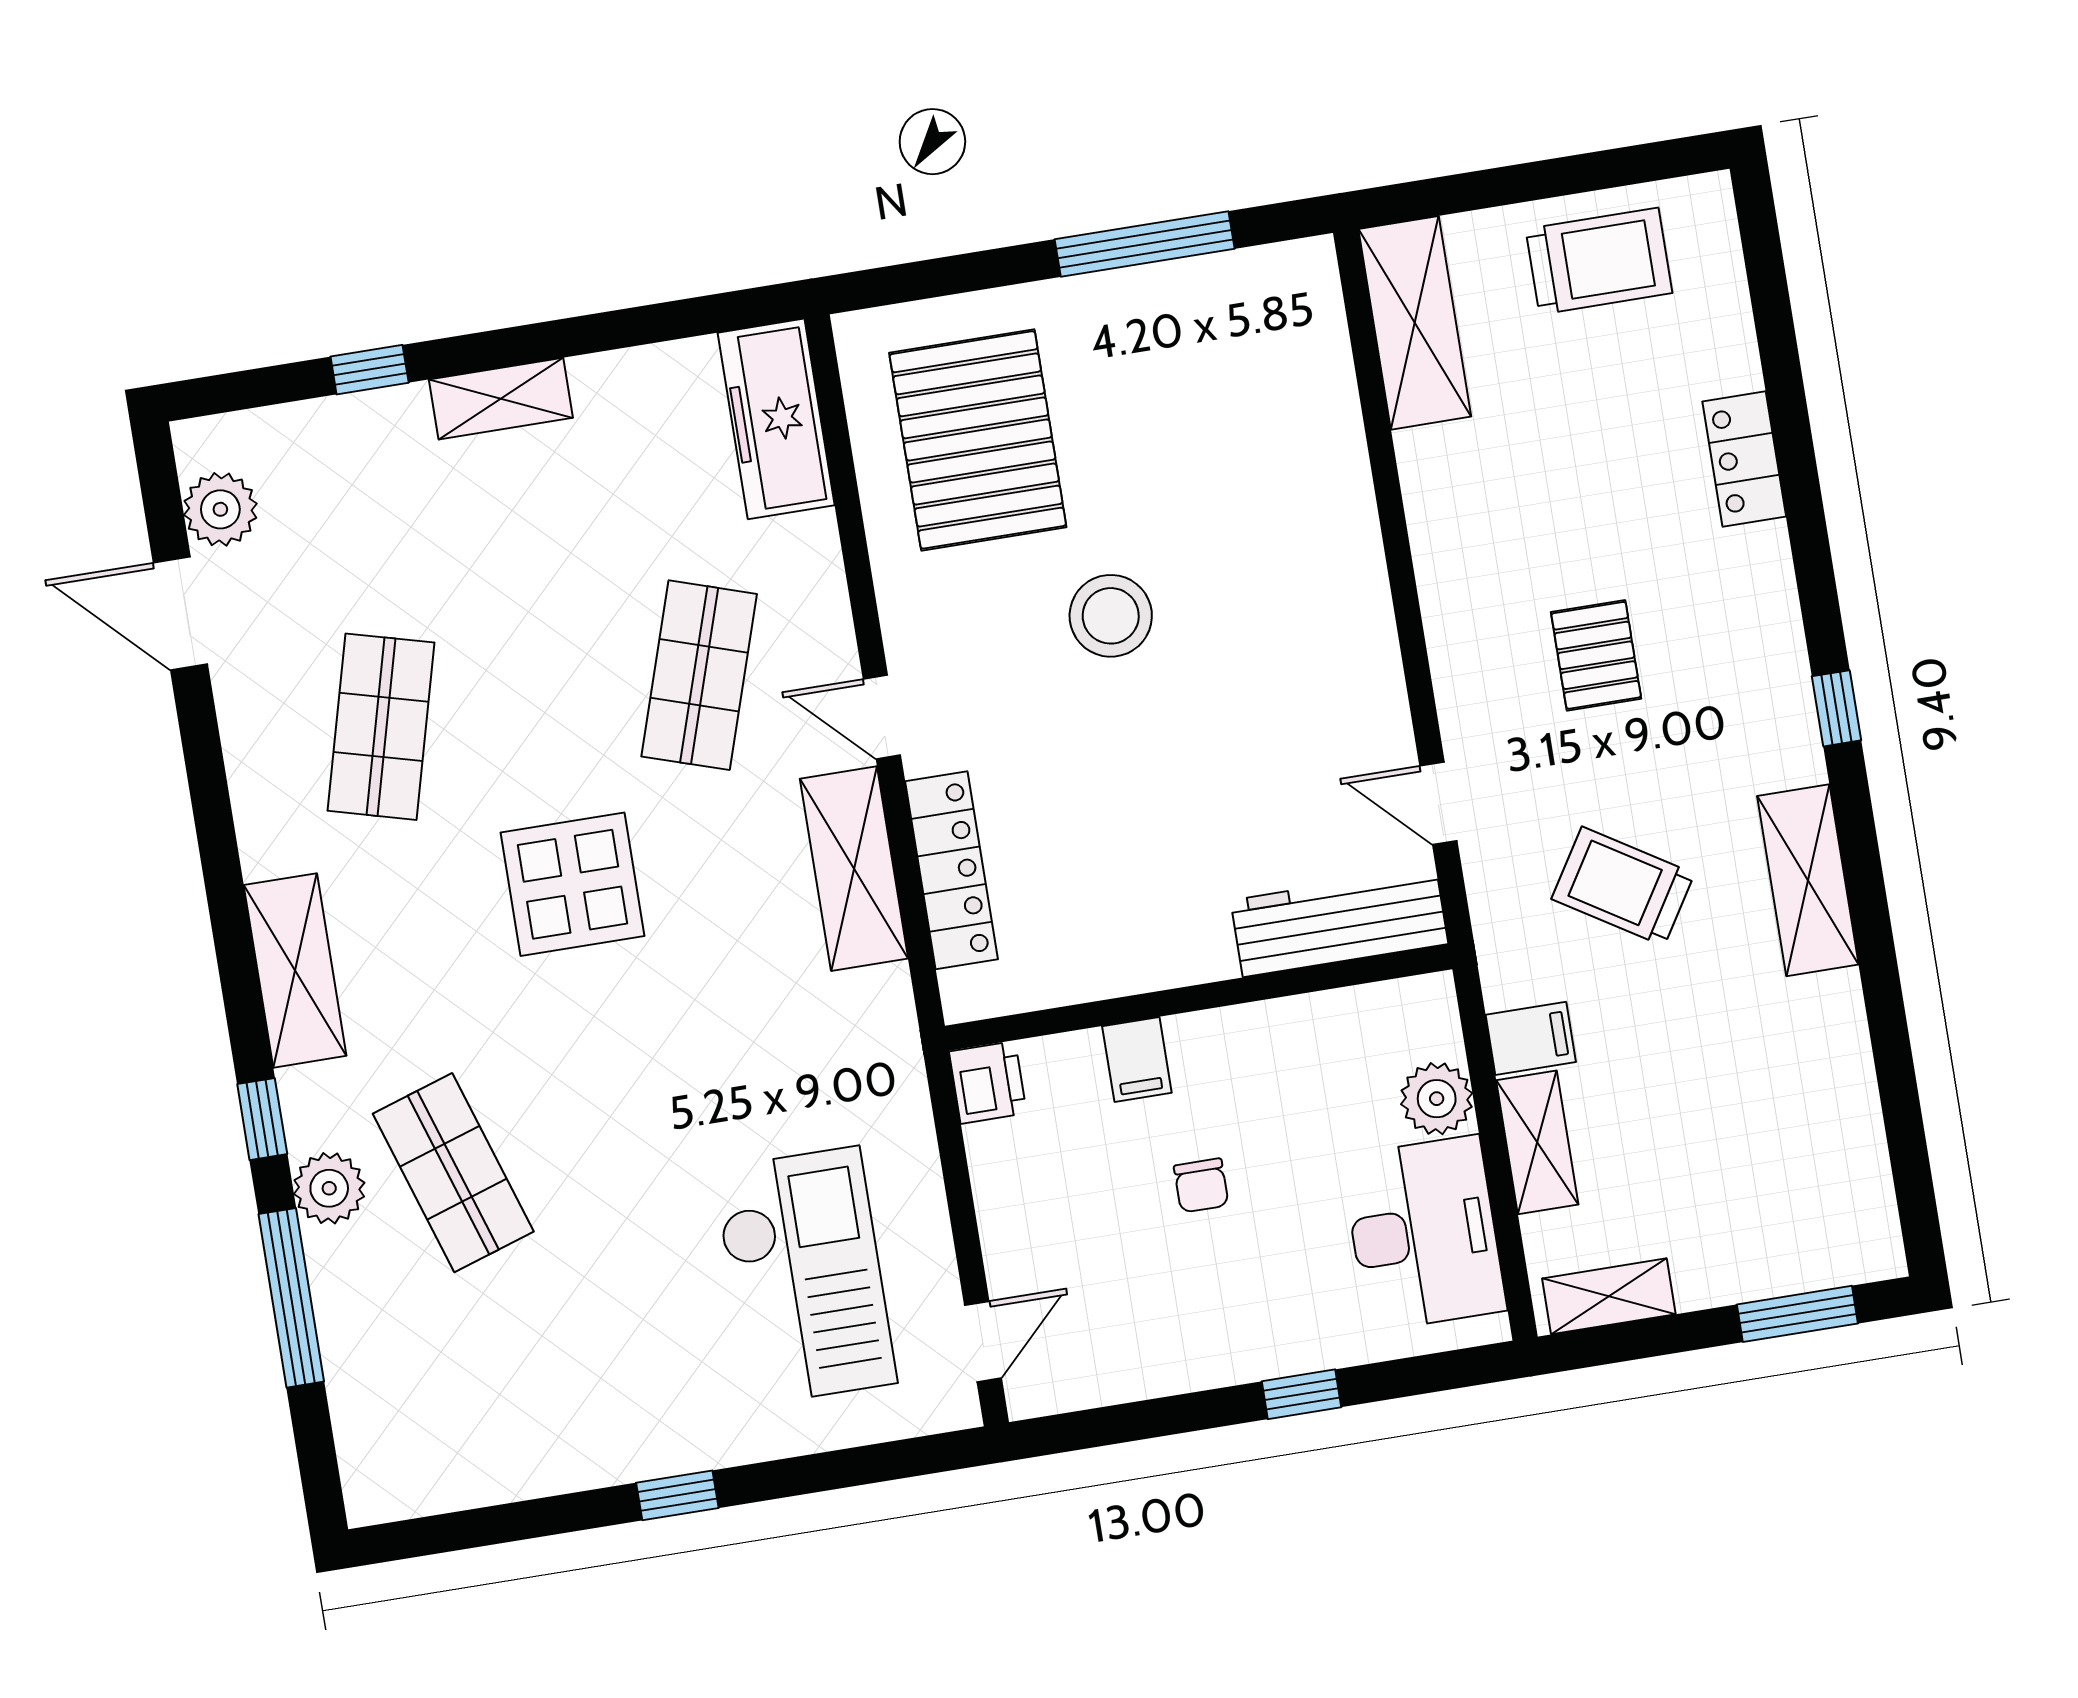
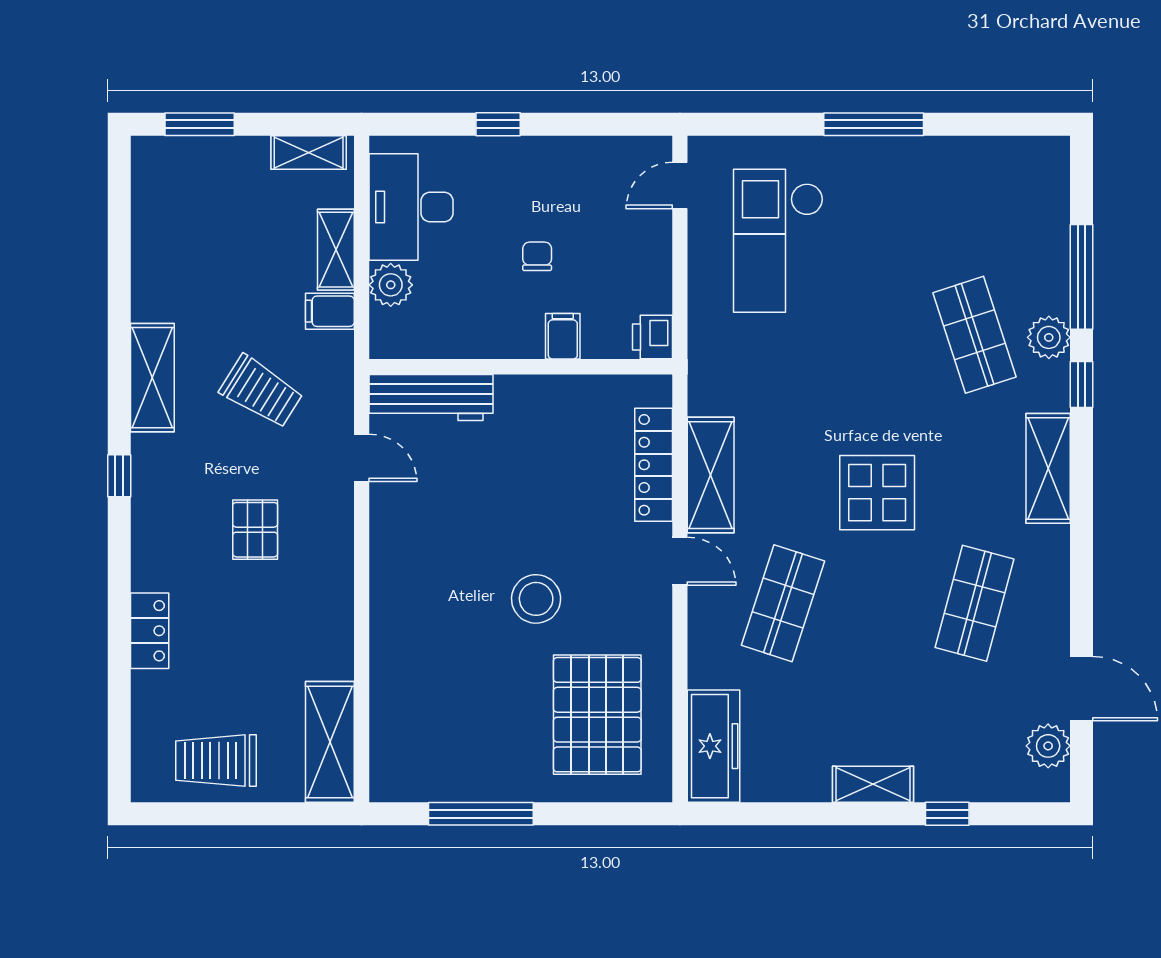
window: (677, 1495) -> (874, 124), width x2.17

